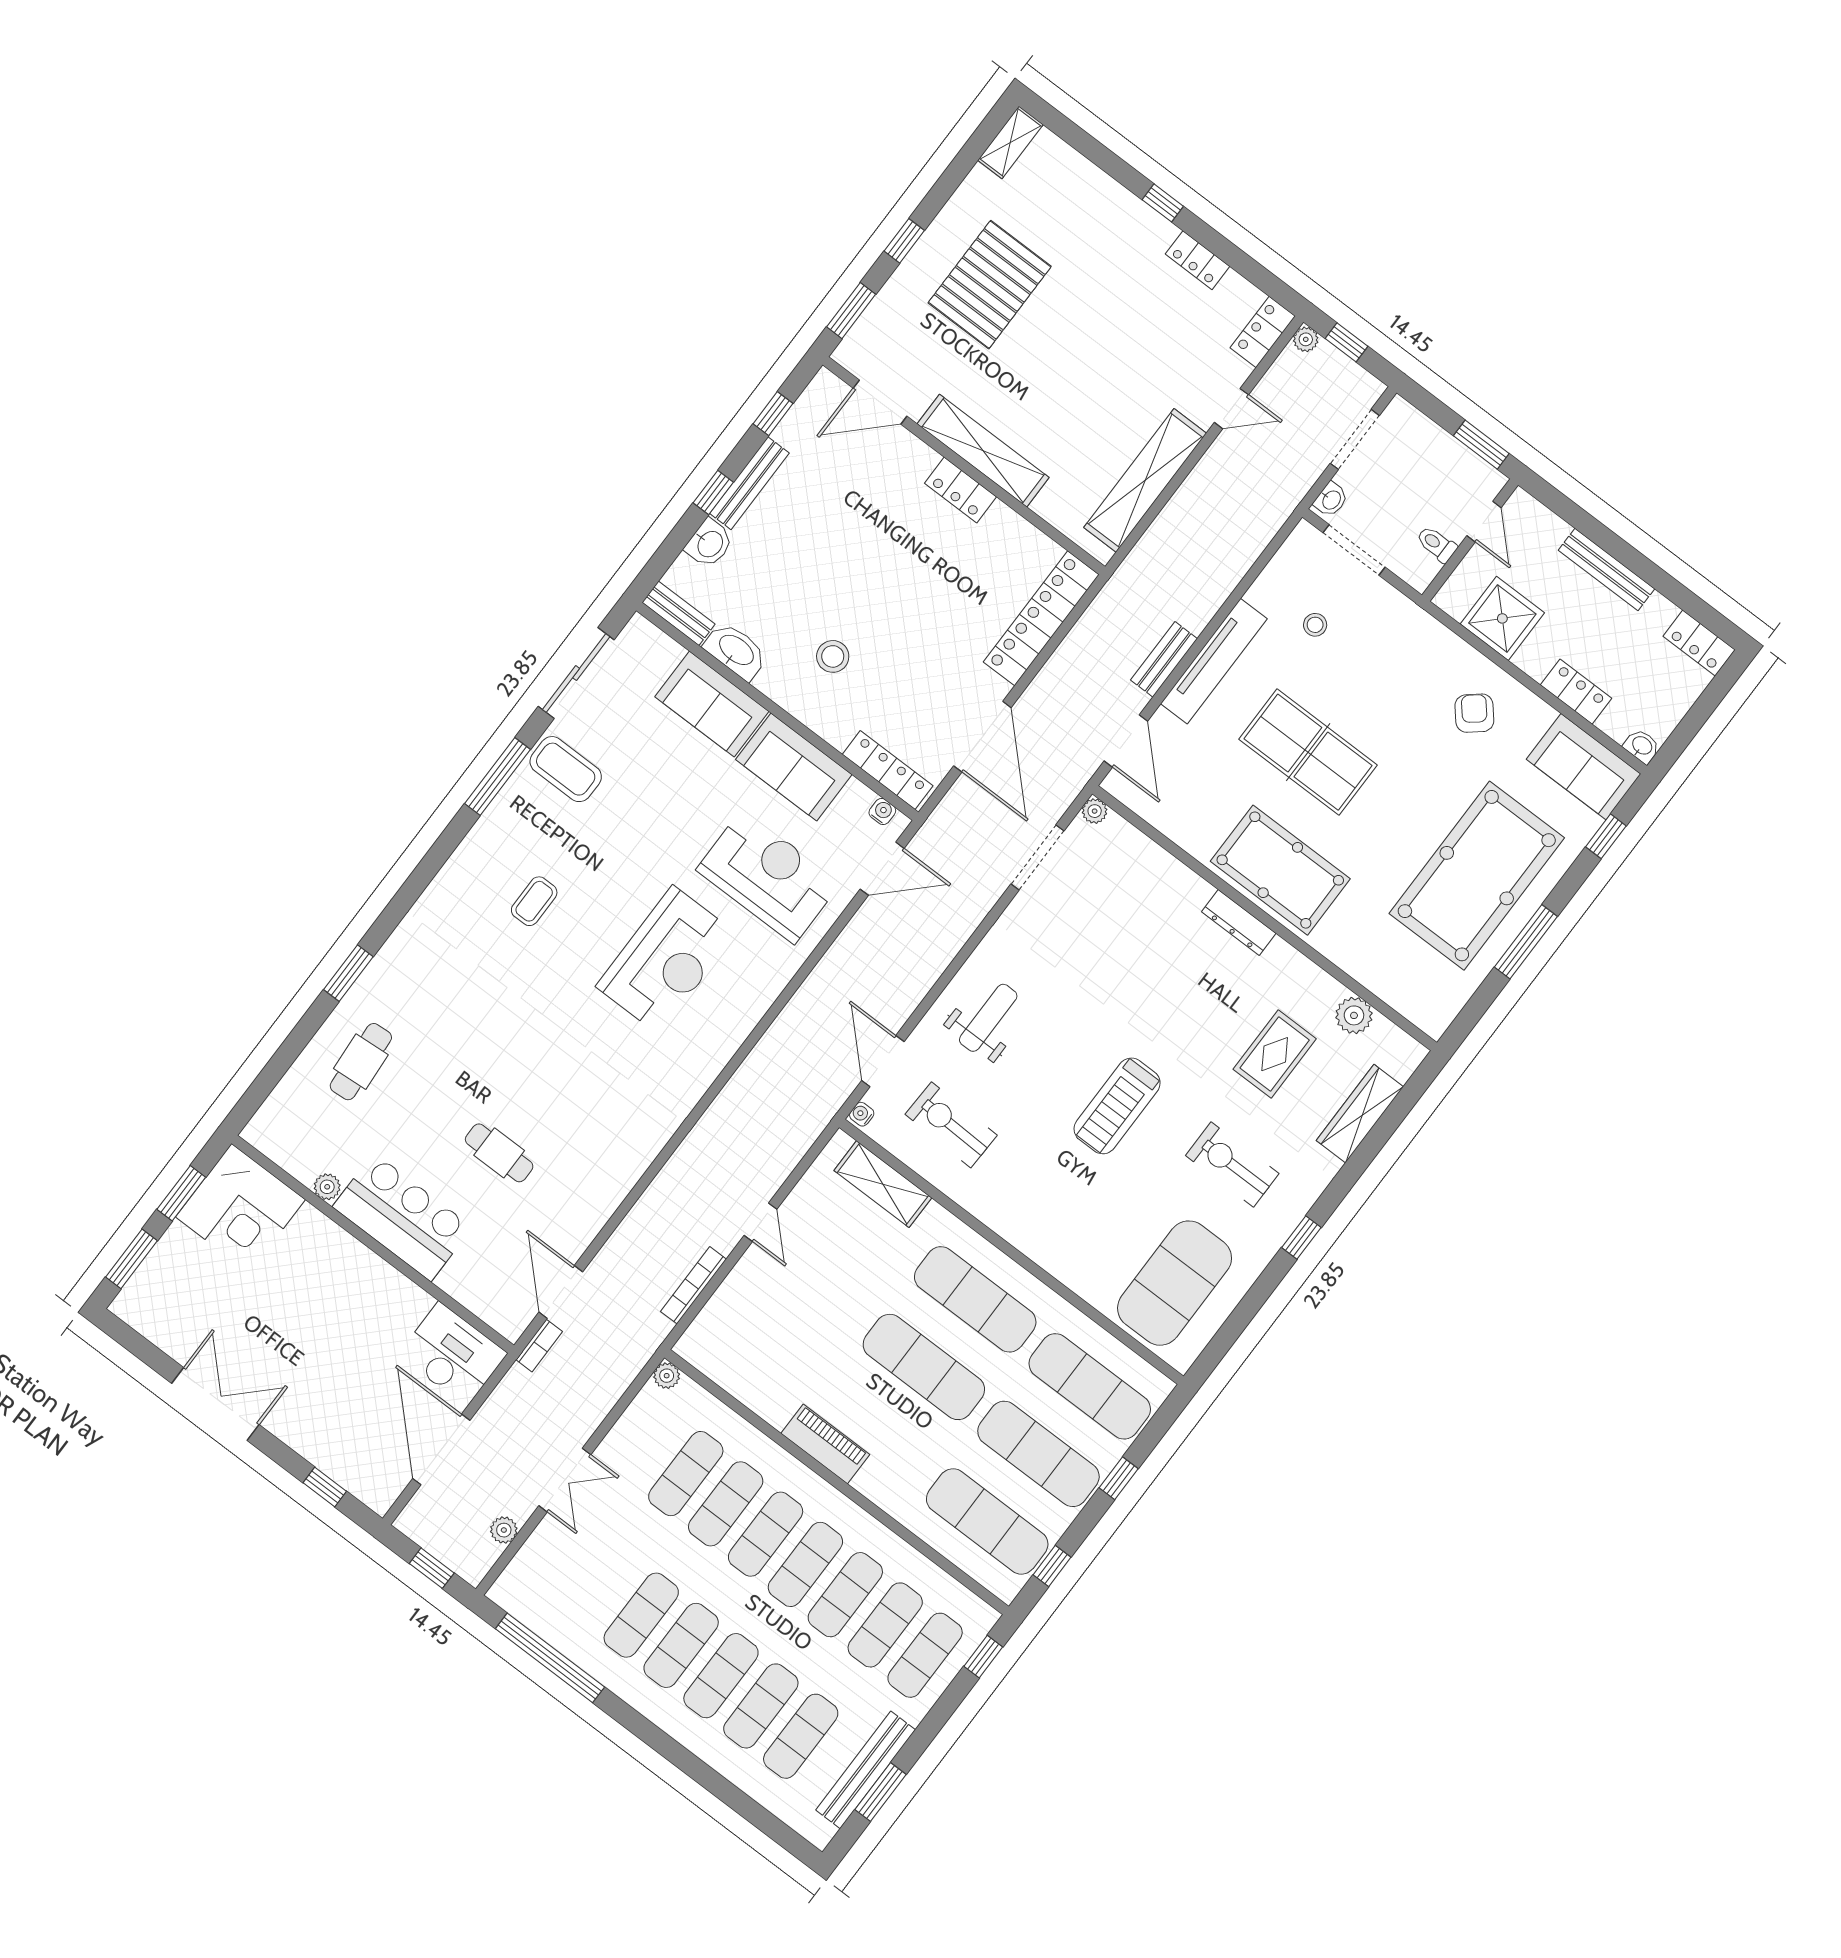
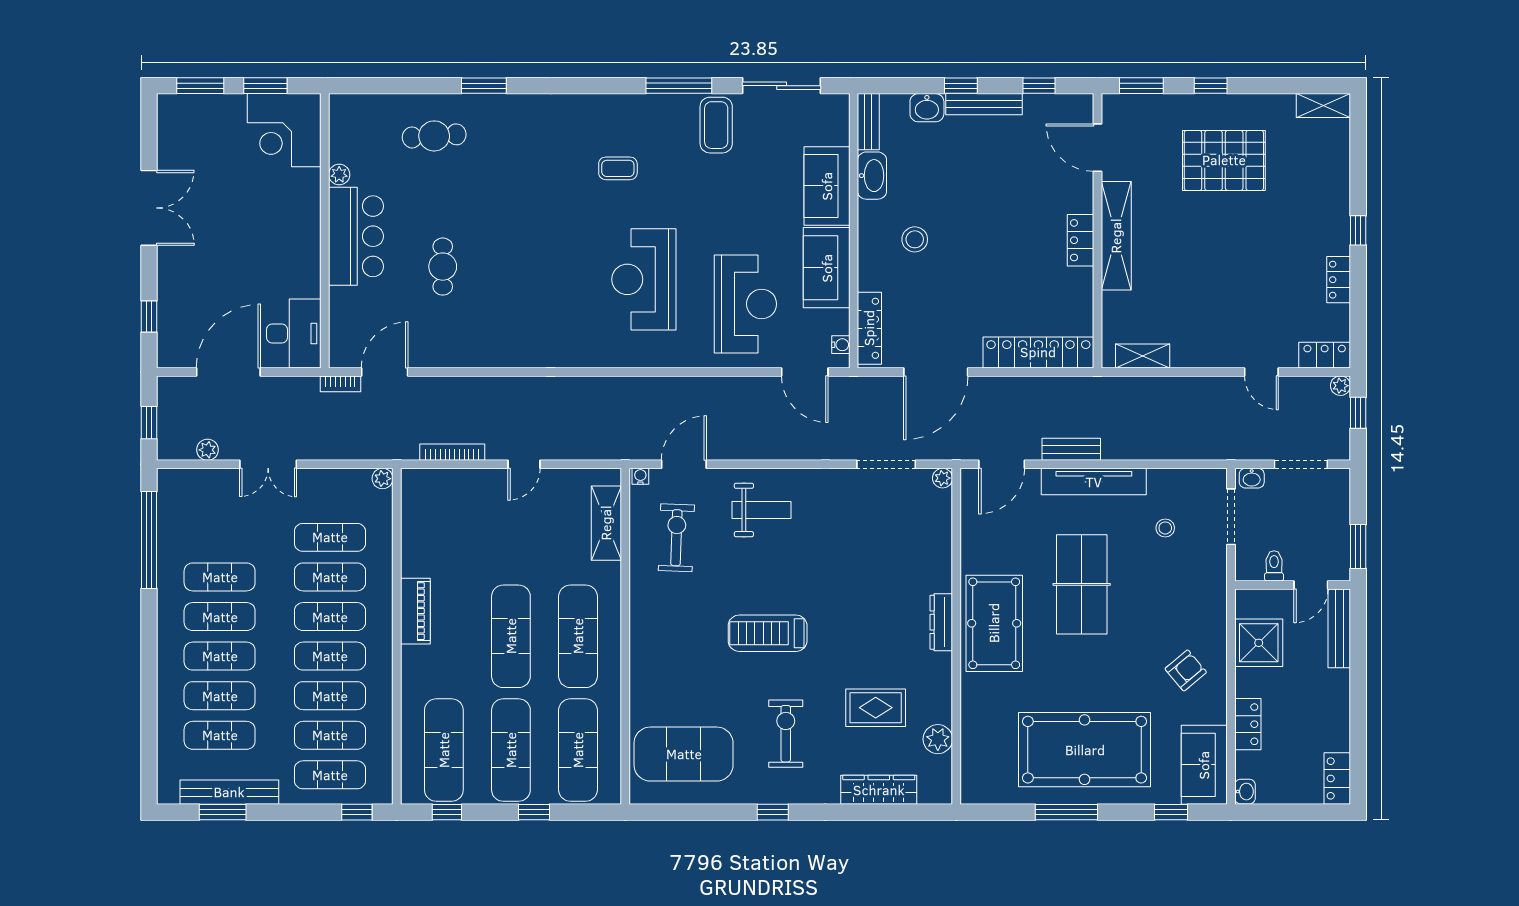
shelving: (1145, 480) -> (1143, 356), width x0.45, depth x0.75
bench: (1606, 569) -> (1339, 628), moved
reception desk: (666, 960) -> (644, 279), turned 90

